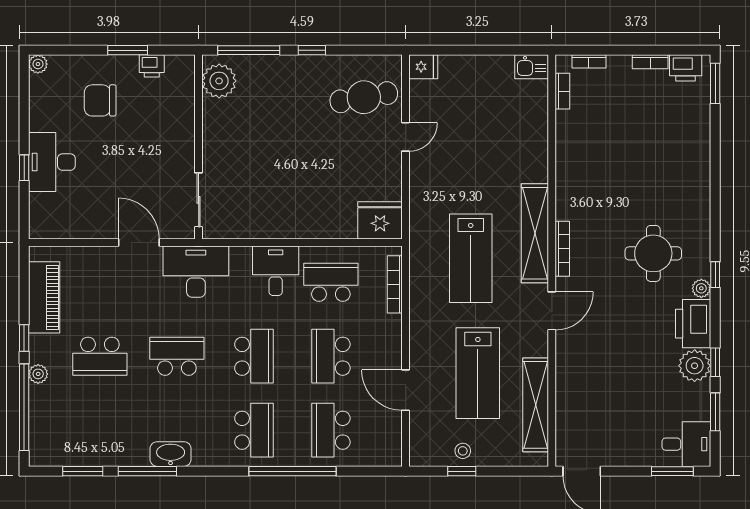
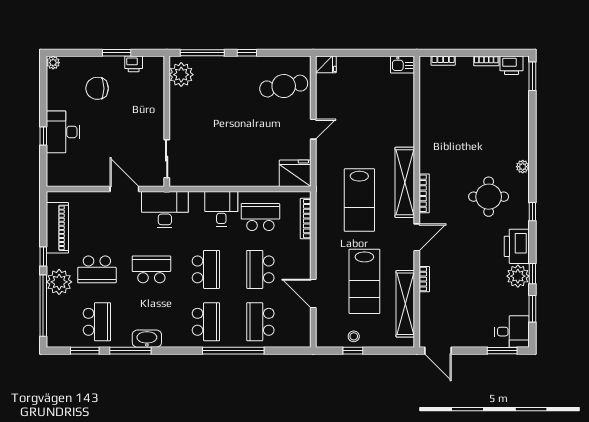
bookcase: (562, 91) -> (424, 279), moved
door: (406, 137) -> (313, 129), moved
plant: (701, 288) -> (523, 167), moved
plant: (38, 374) -> (59, 282), width x1.88, depth x1.88
school desk: (100, 430) -> (97, 322), added

